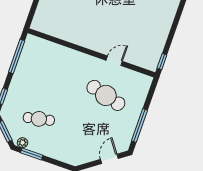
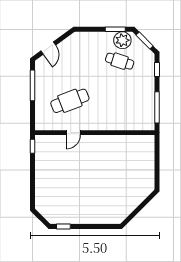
cafe table: (106, 95) -> (70, 101), turned -36
cafe table: (39, 119) -> (120, 61), turned 30
plant: (23, 143) -> (122, 40), width x1.87, depth x1.87

